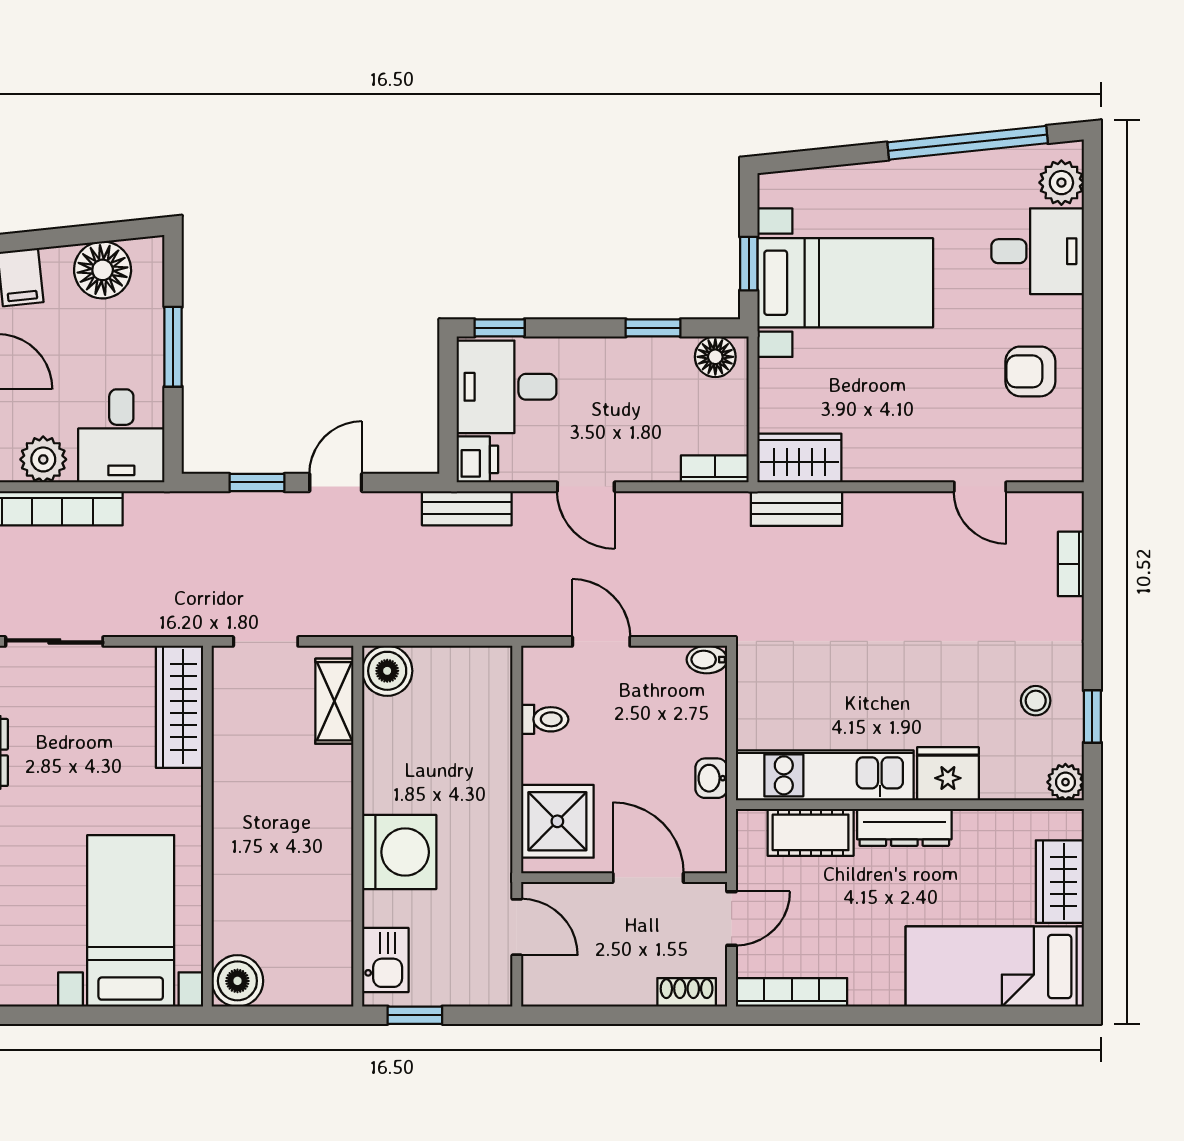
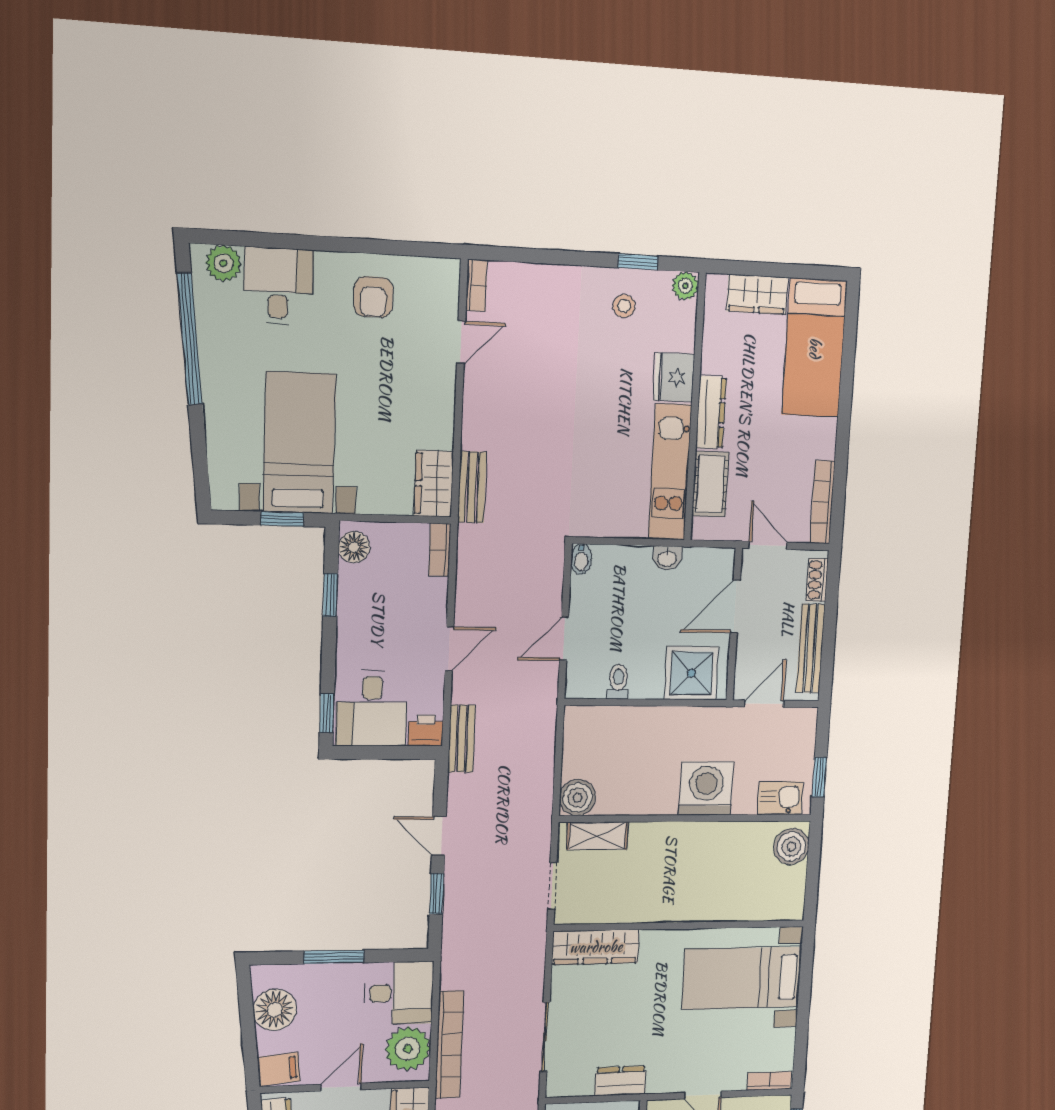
plant: (43, 459) -> (408, 1049), width x1.36, depth x1.36
bookcase: (1071, 564) -> (477, 285), moved, turned -90
boiler: (237, 981) -> (791, 846), moved
bench: (593, 990) -> (811, 648), added

